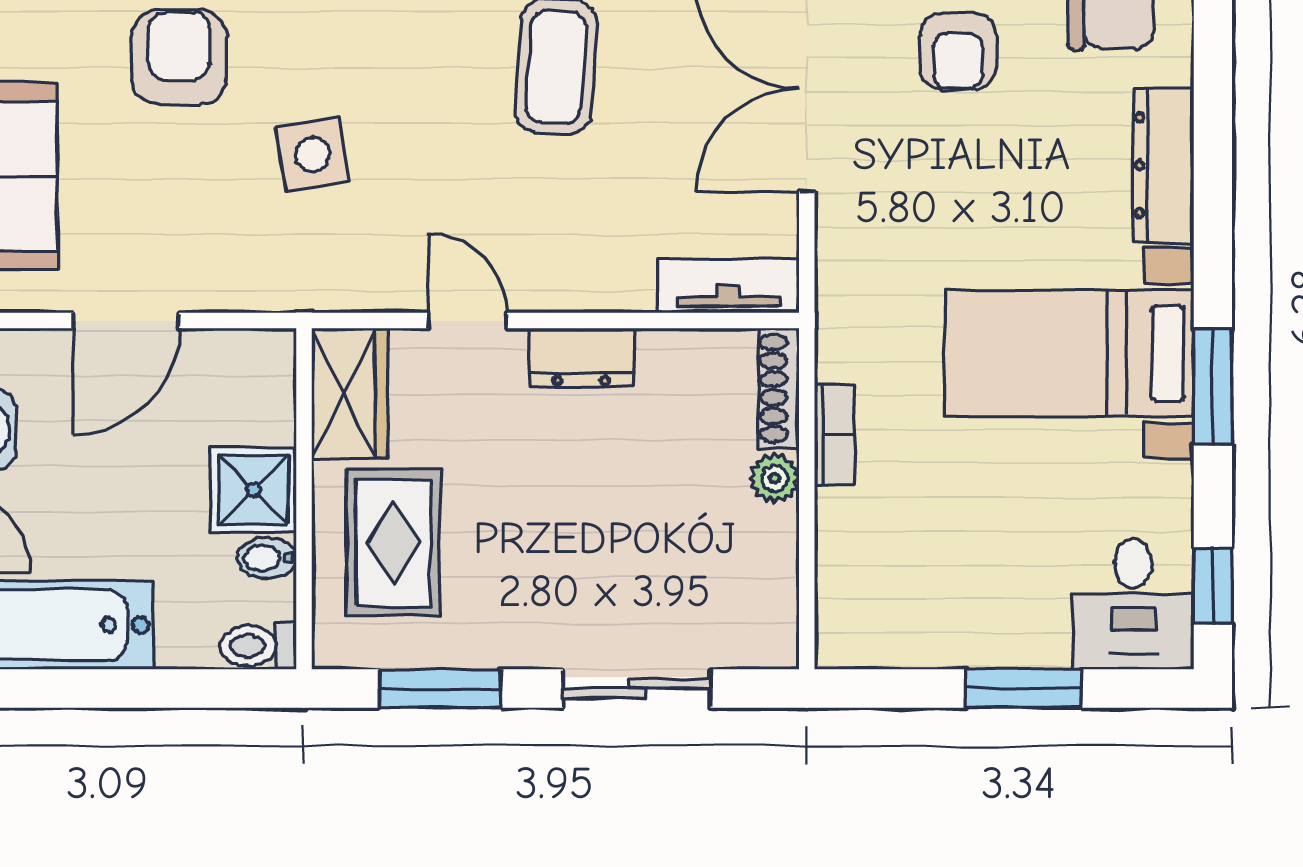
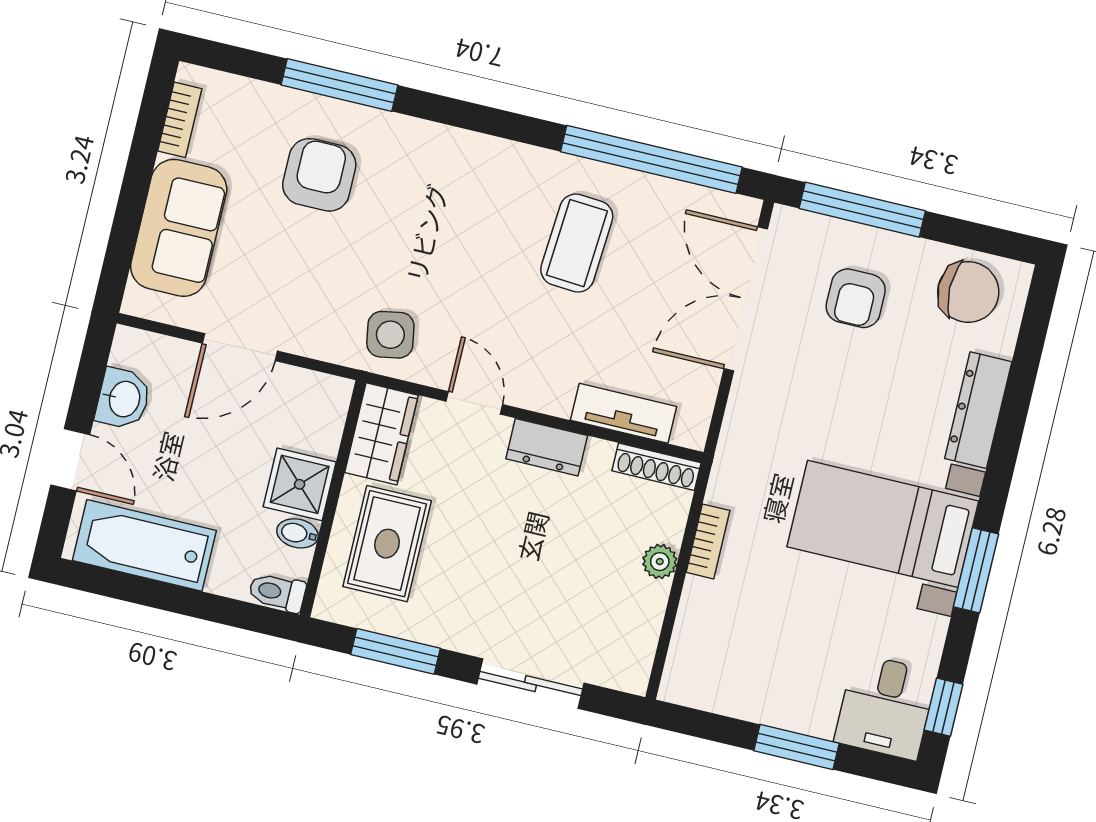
side table: (313, 154) -> (390, 335), moved
tv unit: (728, 286) -> (624, 413), moved
shoe rack: (779, 388) -> (657, 467), moved, turned -90

